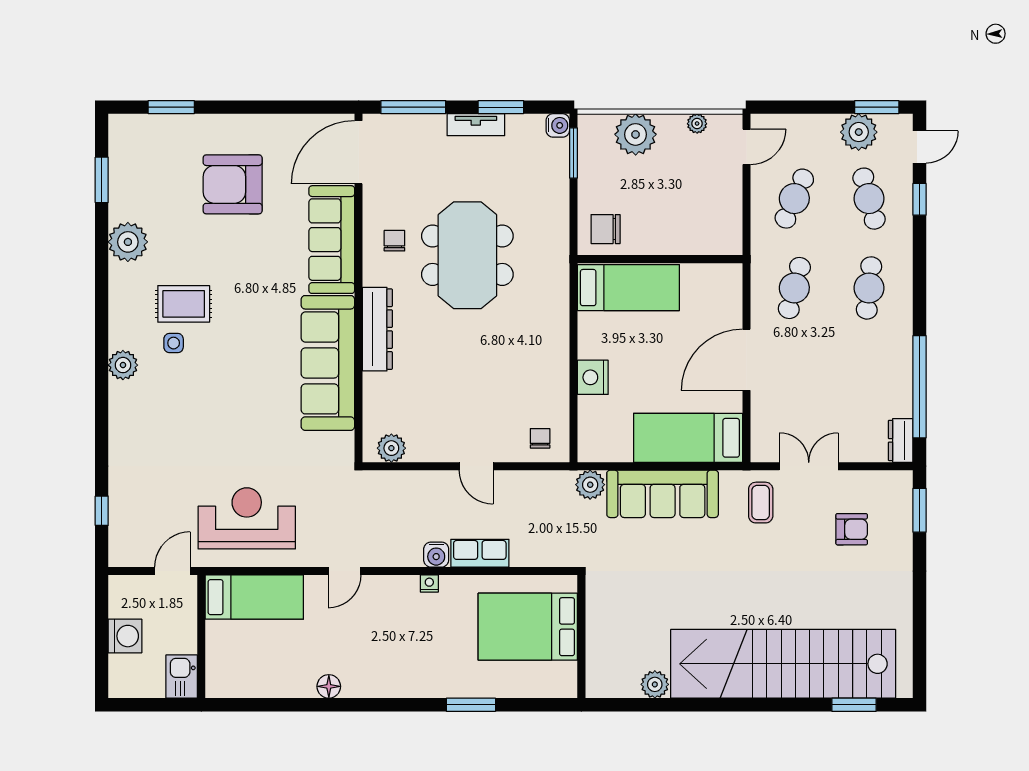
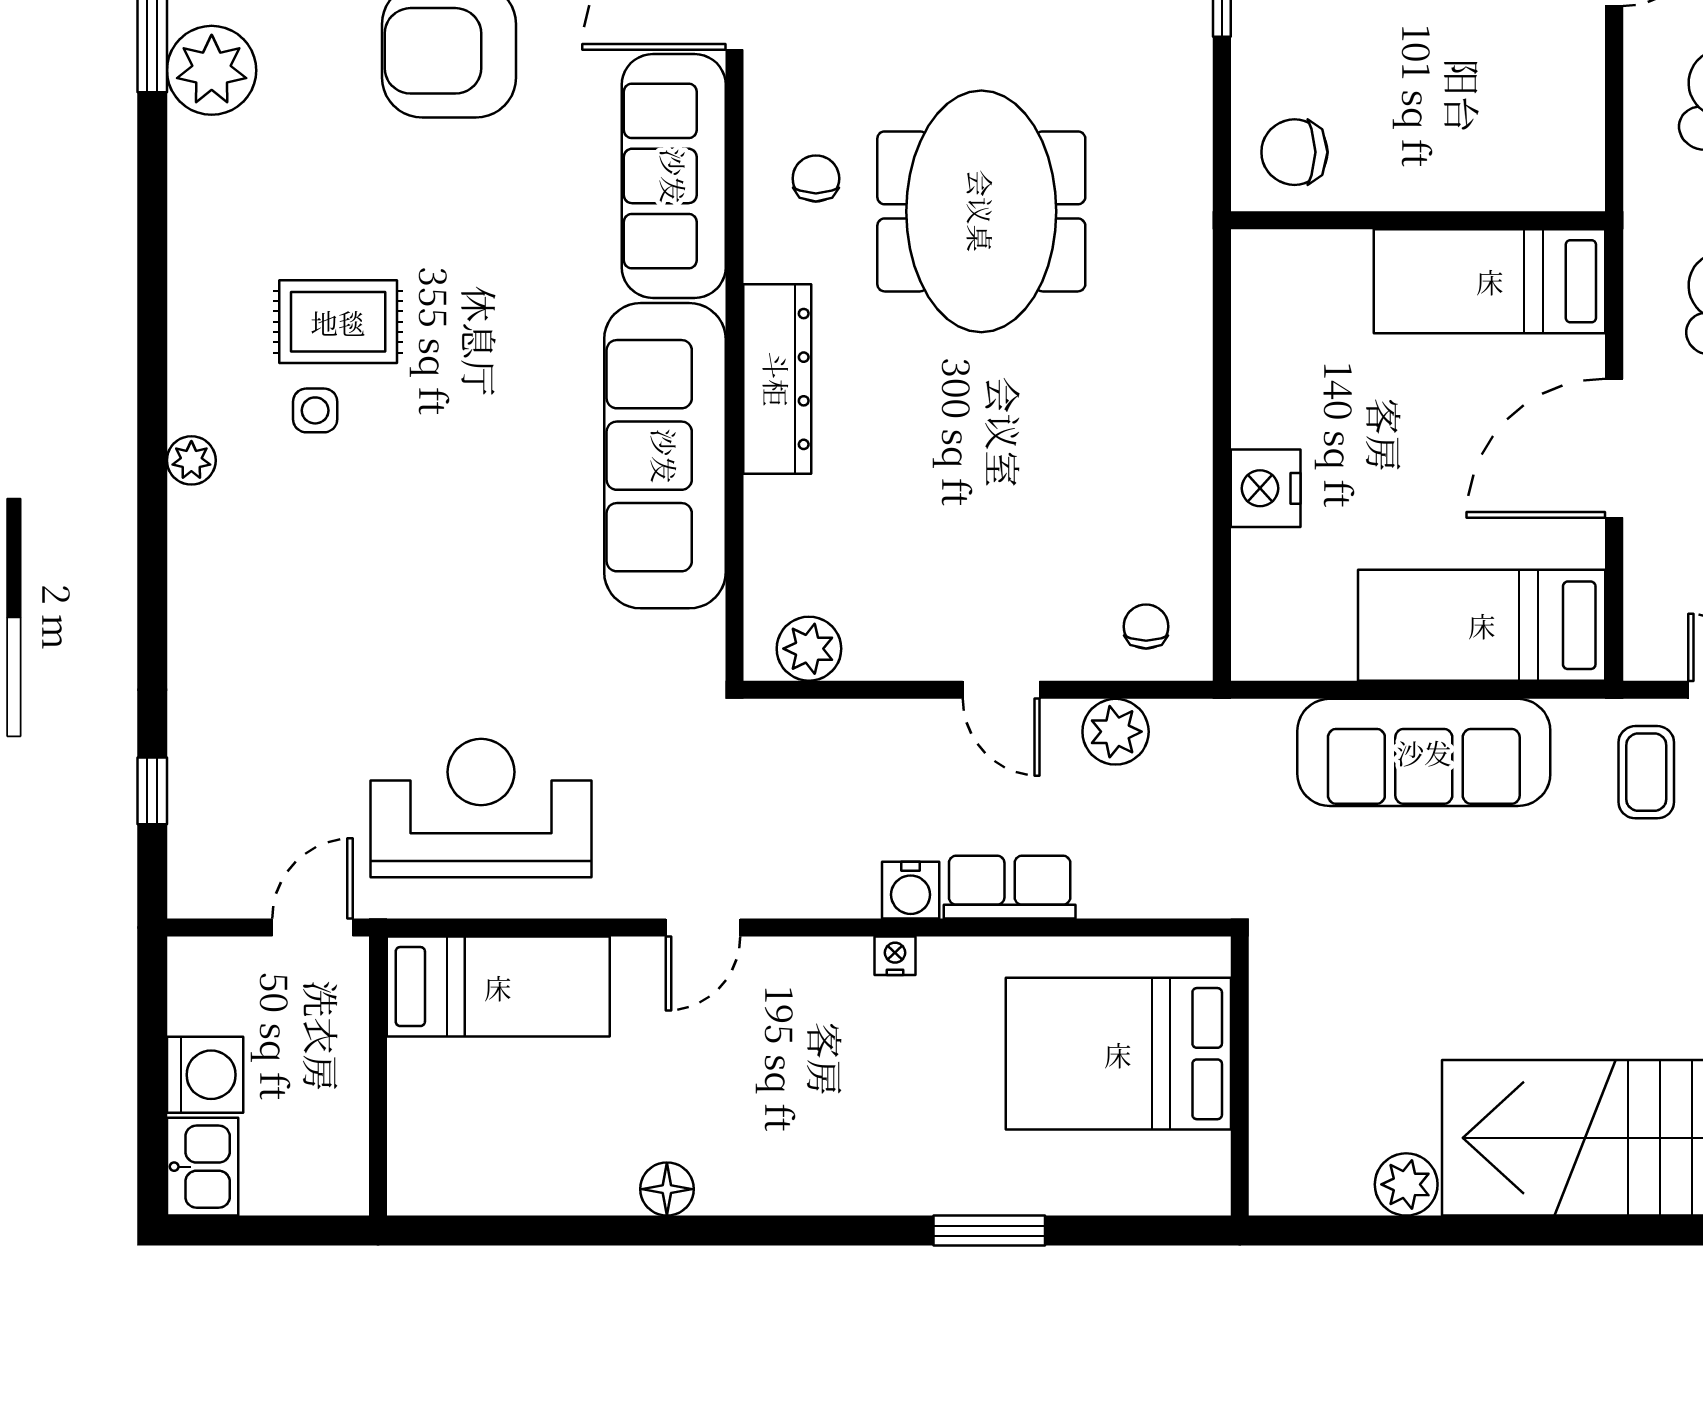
plant: (128, 242) -> (212, 70), moved
bed: (628, 288) -> (1490, 281), moved, turned 180
plant: (123, 365) -> (191, 460), width x0.73, depth x0.73
plant: (590, 485) -> (1116, 732), moved
kitchen sink: (182, 677) -> (203, 1167), moved, turned 180

